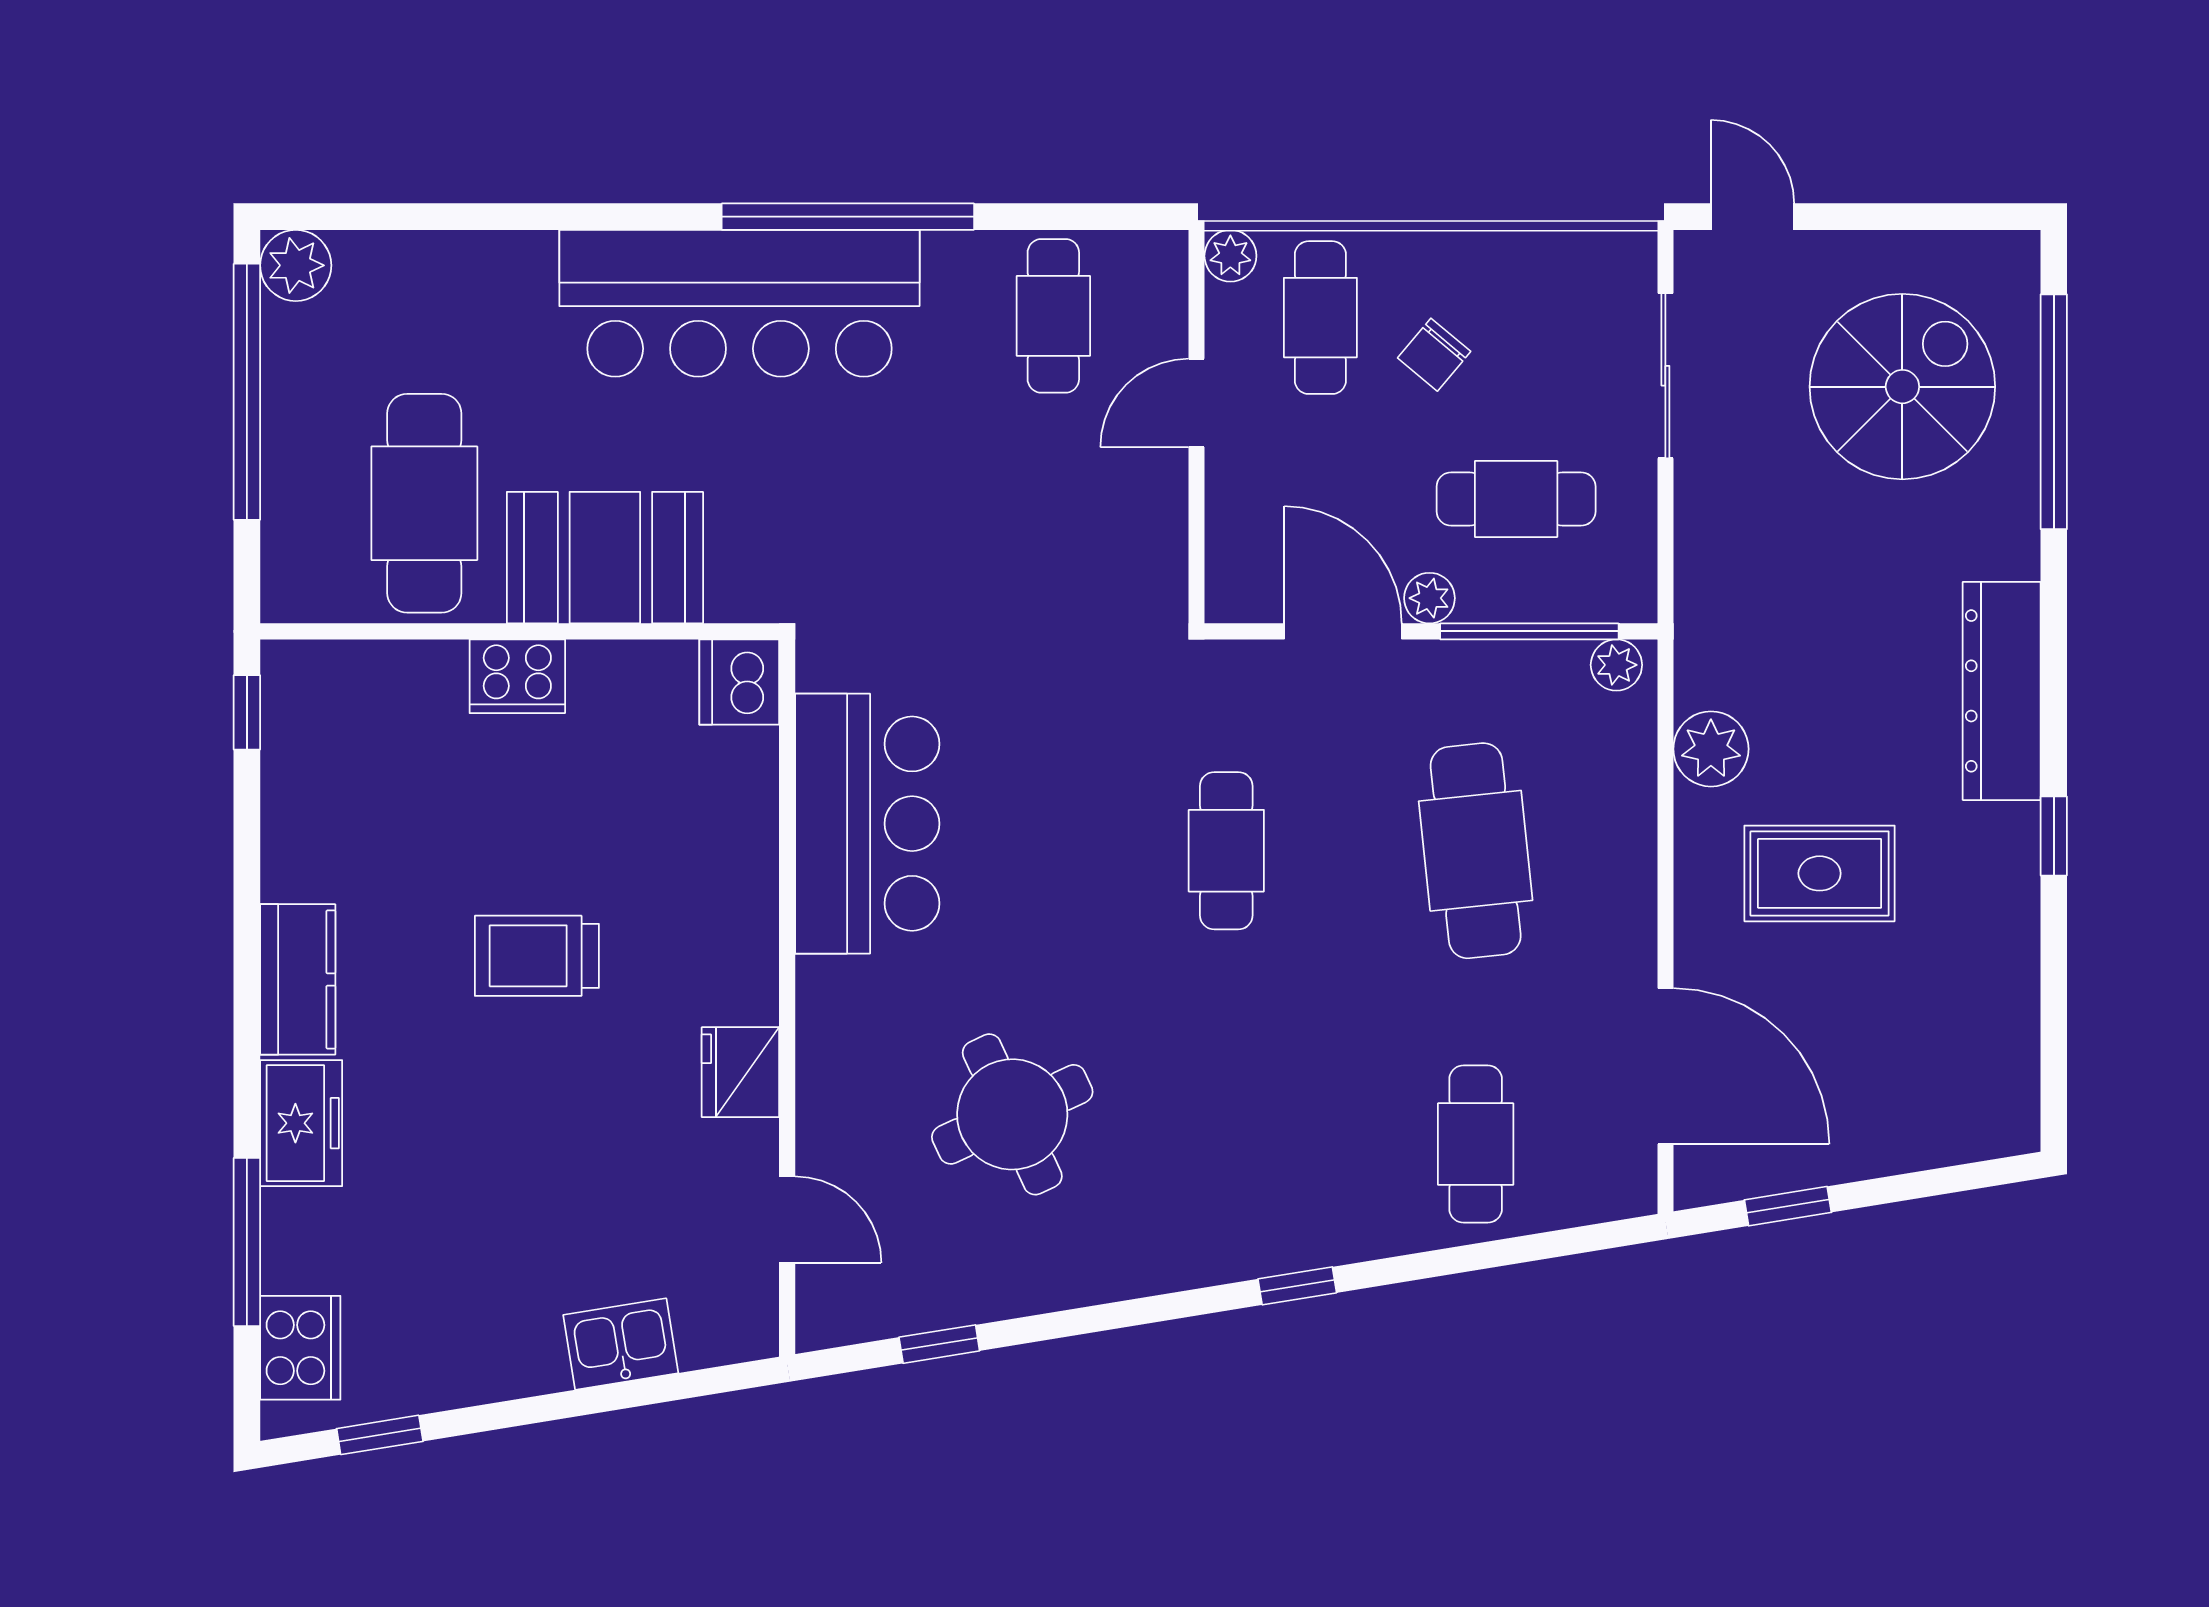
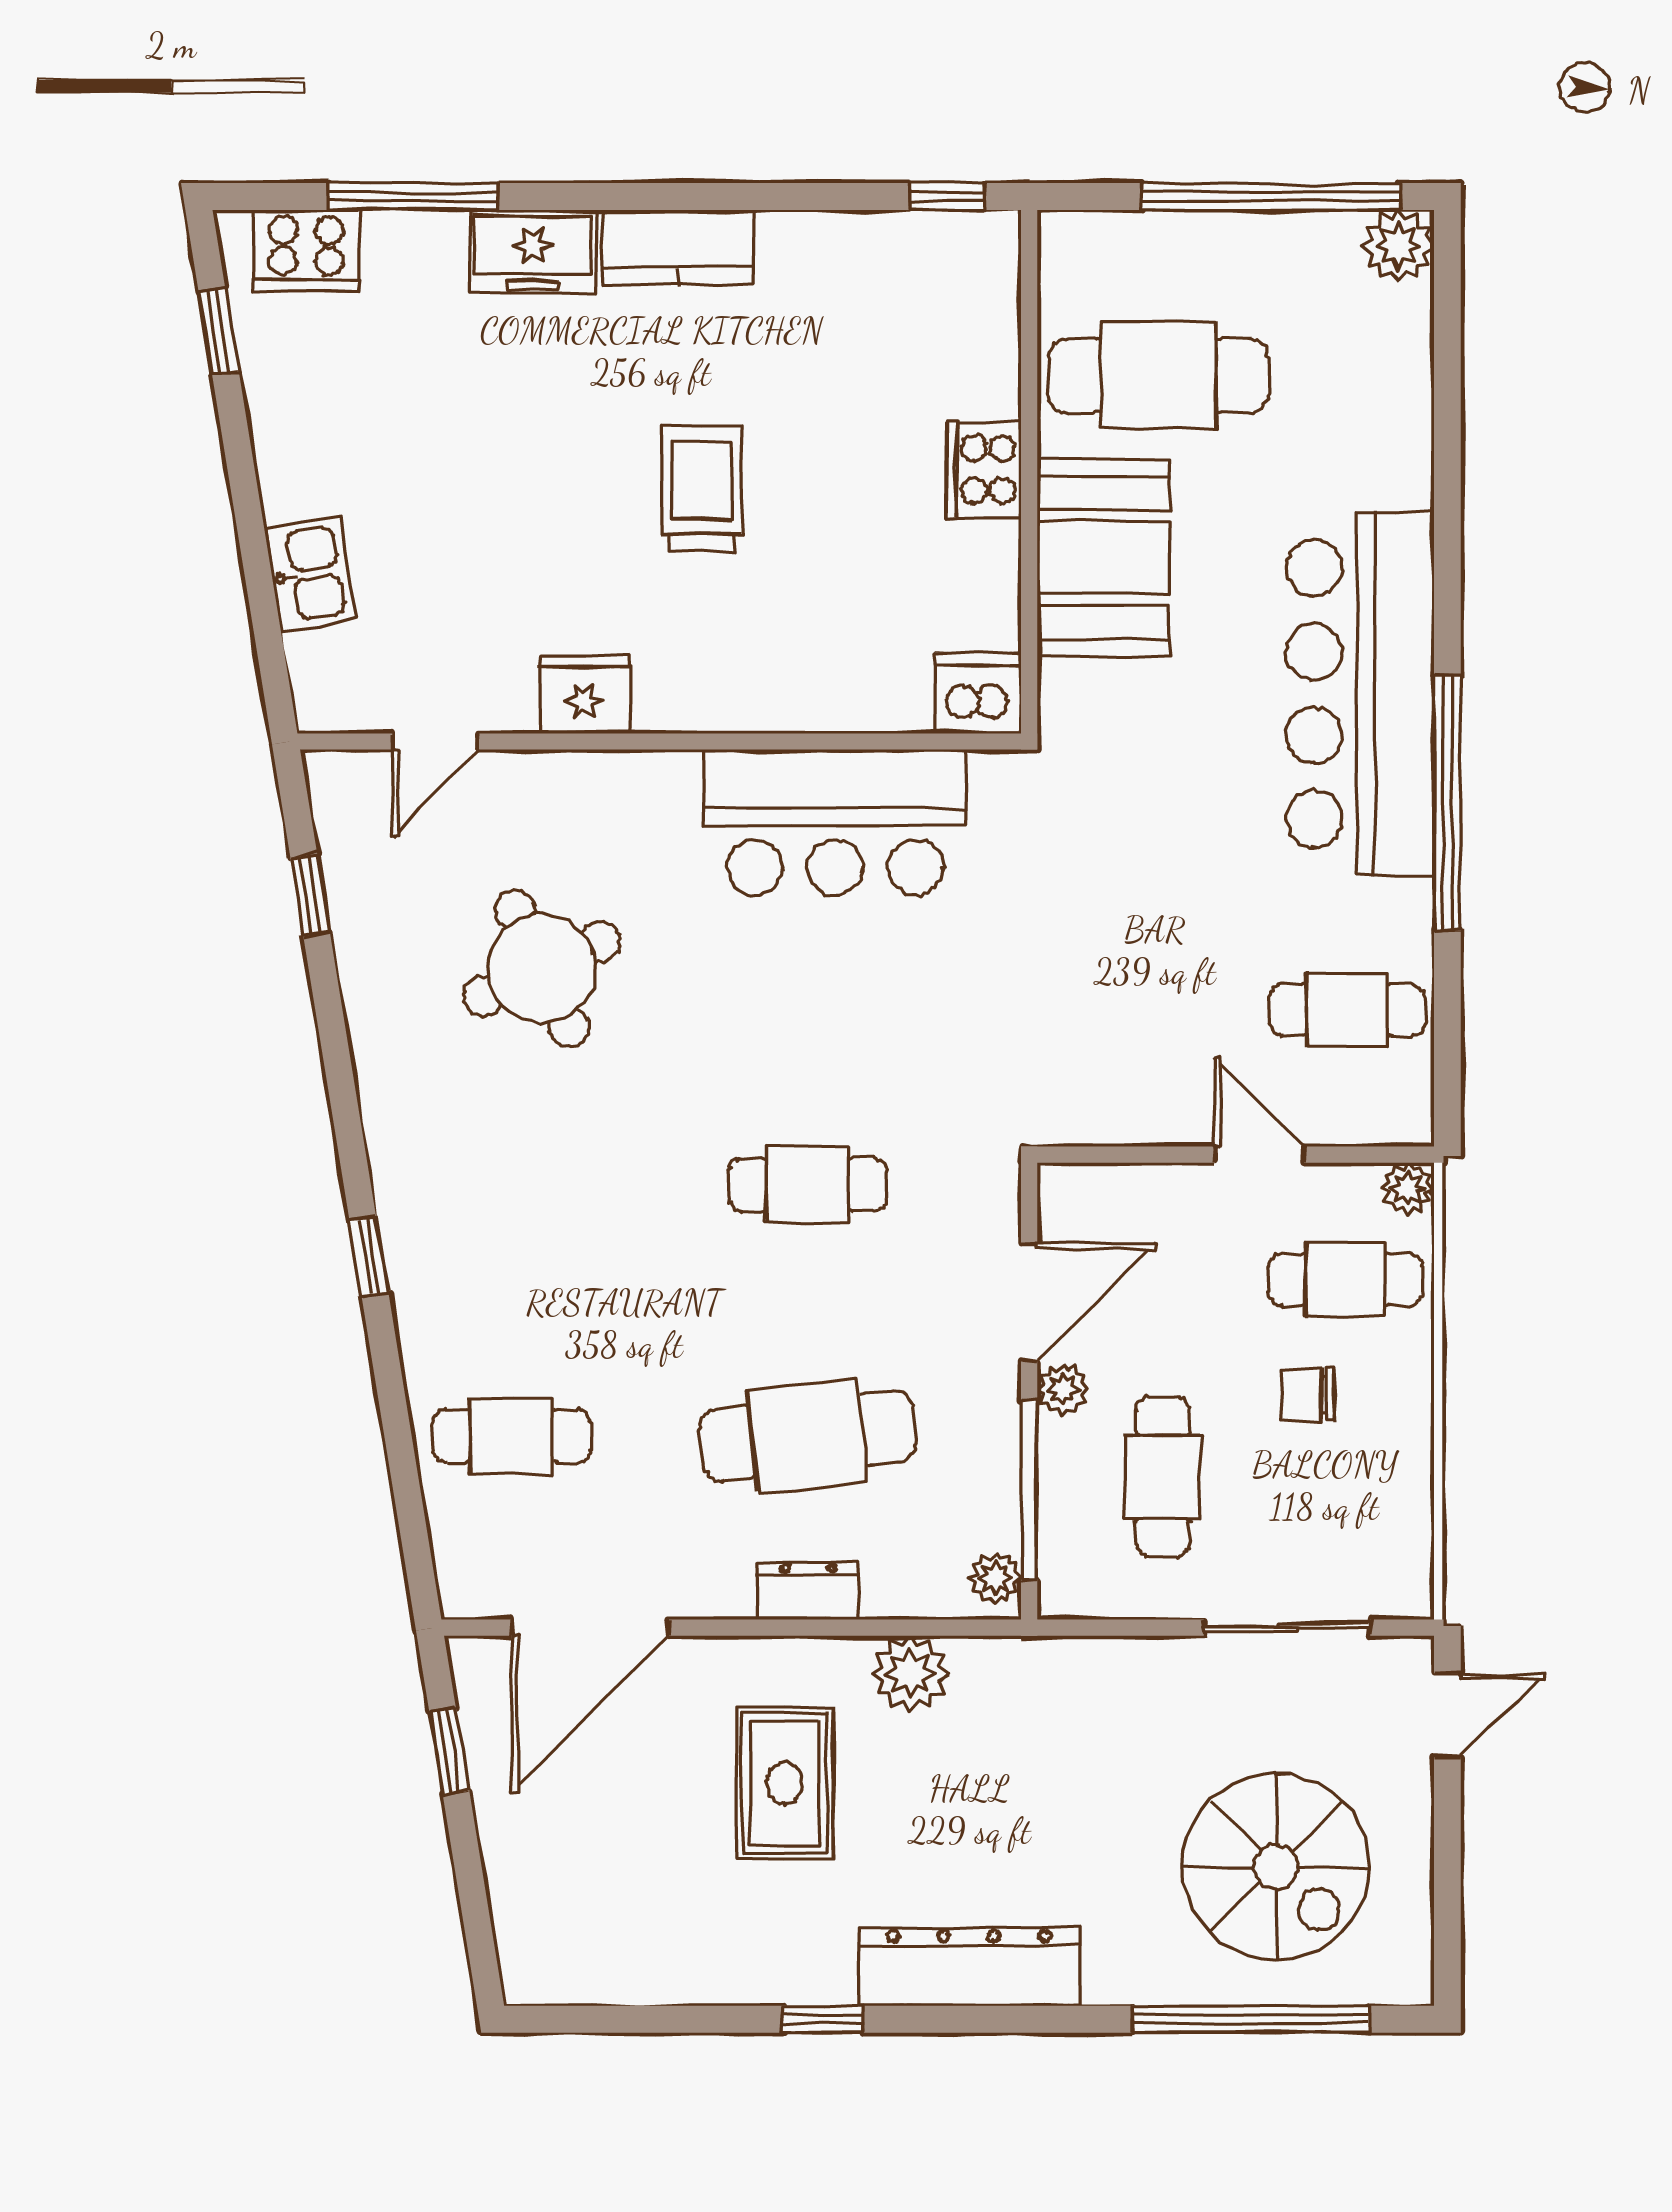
chair: (1434, 355) -> (1308, 1394), turned -40
dresser: (1629, 850) -> (808, 1591), added

